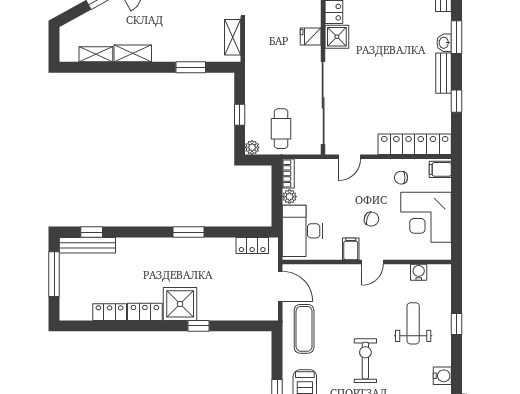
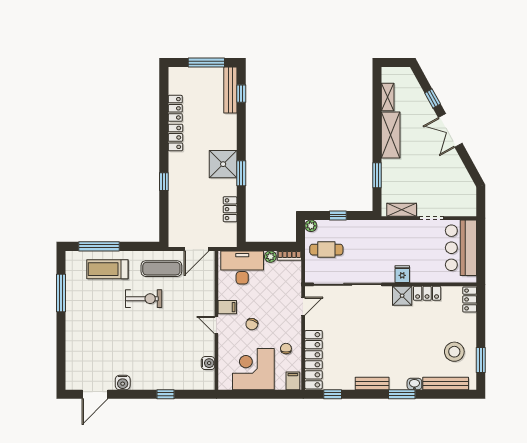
washbasin: (444, 43) -> (414, 384), moved
shelving: (133, 53) -> (391, 135), width x1.50, depth x1.33
window: (457, 101) -> (333, 394), moved
door: (349, 157) -> (303, 306), swing flipped
locker: (252, 246) -> (230, 209), moved
shower: (180, 304) -> (223, 164), moved
weight bench: (413, 323) -> (166, 359), removed
exercise bike: (365, 361) -> (144, 299), moved

